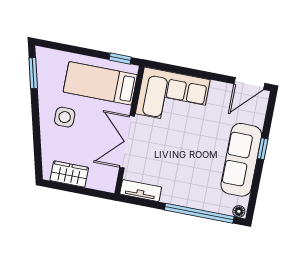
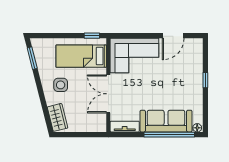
door: (249, 84) -> (173, 36), moved
sofa: (241, 160) -> (166, 121), moved, turned 90
wardrobe: (69, 174) -> (58, 117), moved, turned 76

